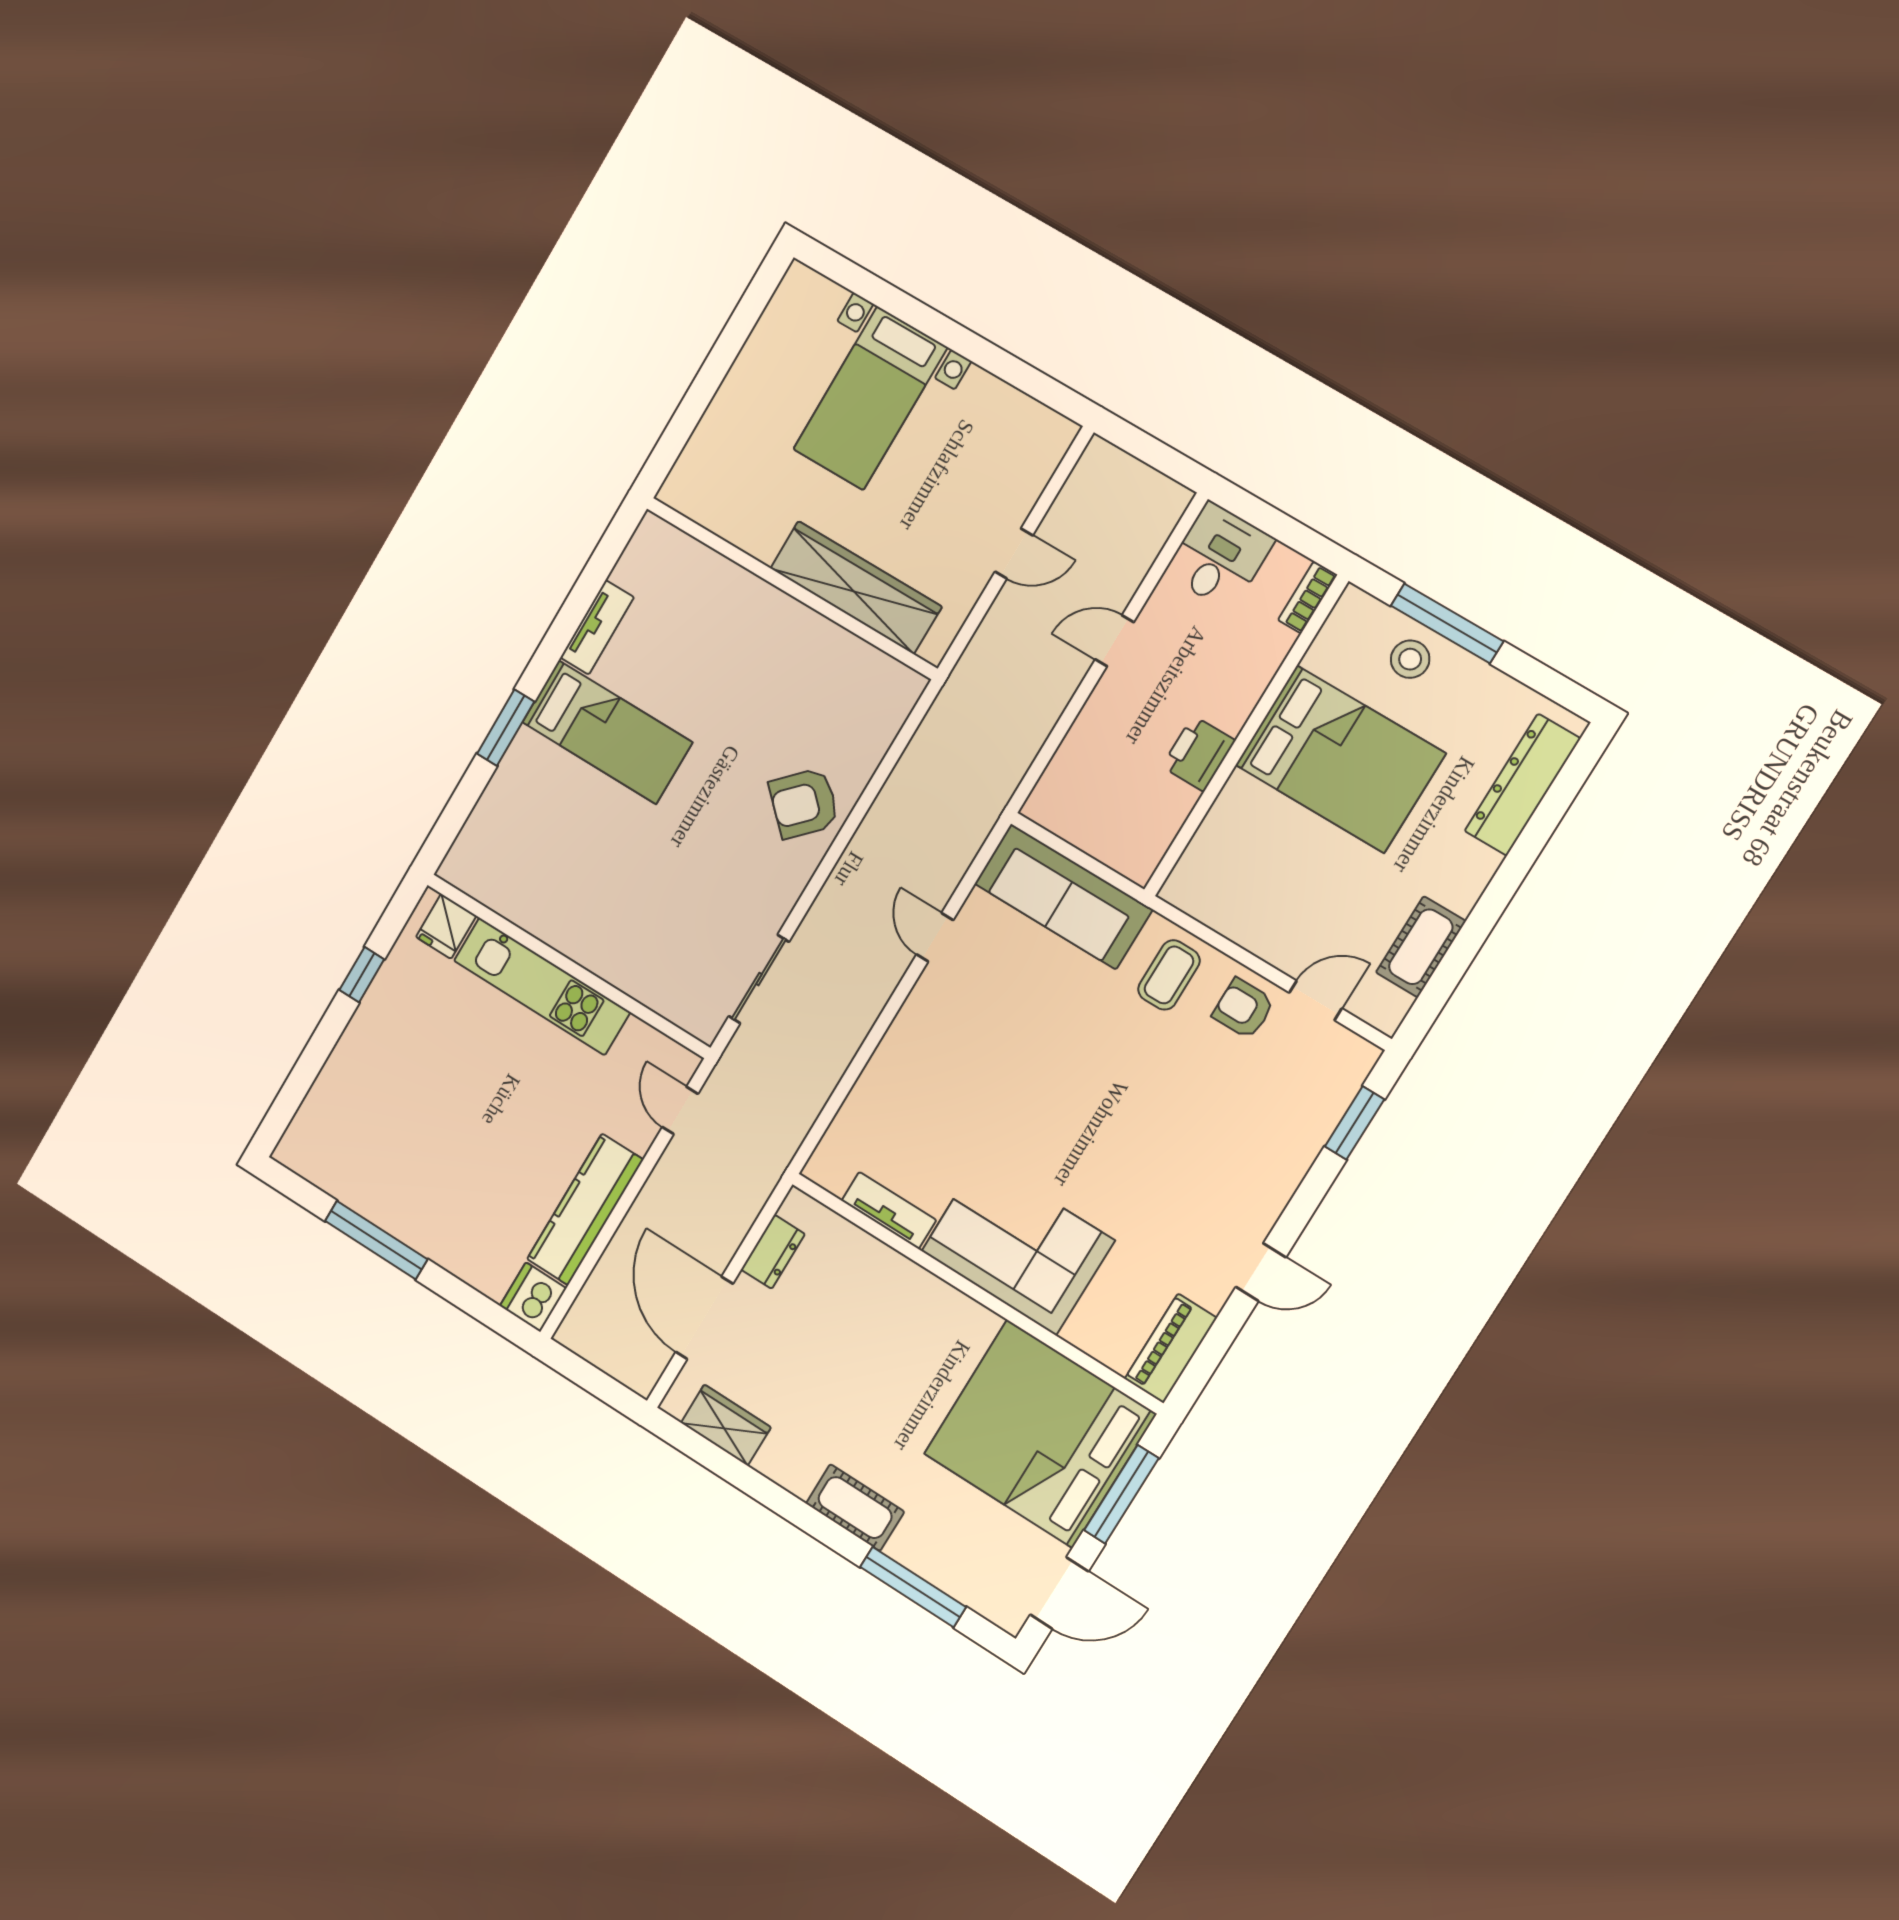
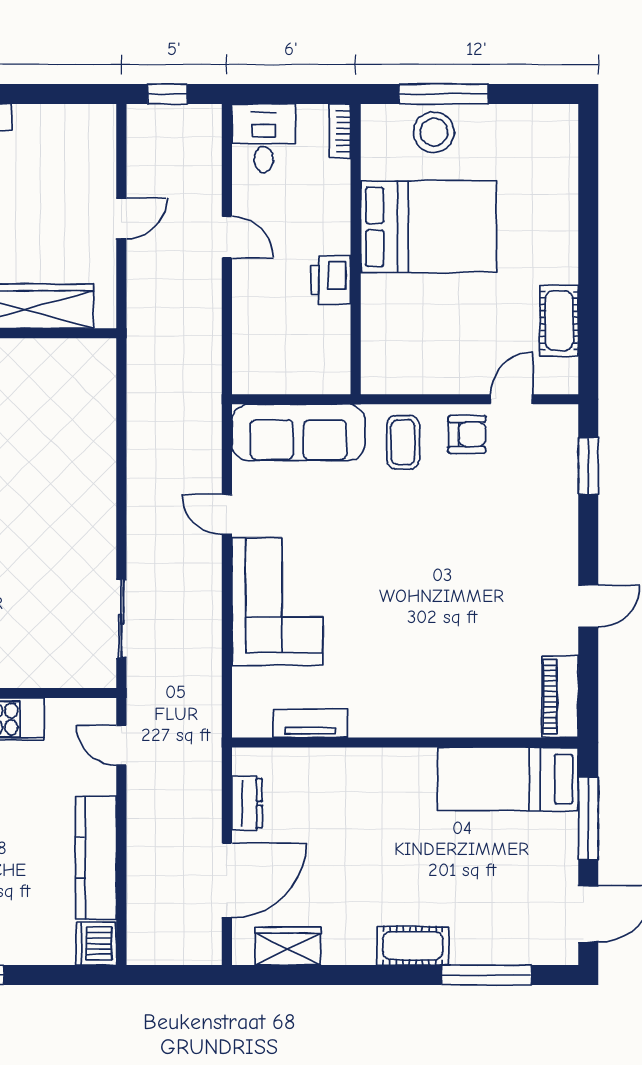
window: (1145, 447) -> (168, 94), added
door: (1114, 641) -> (227, 237), swing flipped
stool: (1410, 659) -> (434, 132), width x1.38, depth x1.38
dresser: (1522, 785) -> (559, 172), removed
armchair: (804, 803) -> (79, 477), removed
armchair: (1243, 1009) -> (467, 434), turned 180
corner sofa: (1018, 1246) -> (277, 602), moved, turned 90
door: (704, 1318) -> (227, 880), swing flipped
bed: (1040, 1434) -> (508, 779), width x0.49

